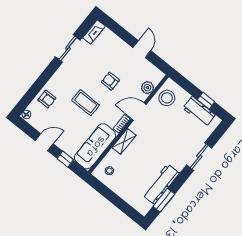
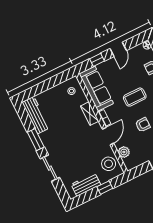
window: (206, 101) -> (105, 188), moved
workbench: (161, 184) -> (36, 115), moved
window: (164, 200) -> (36, 140), moved

